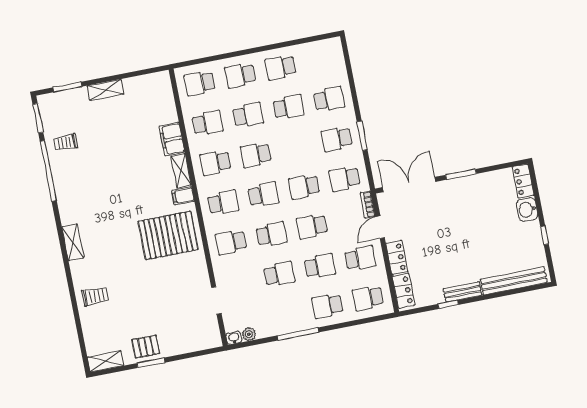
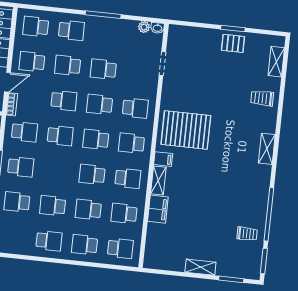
school desk: (240, 75) -> (85, 245), turned 180
school desk: (256, 155) -> (92, 174), turned 180
school desk: (368, 298) -> (36, 27), turned 180
shelving: (106, 361) -> (276, 62), moved, turned 90

